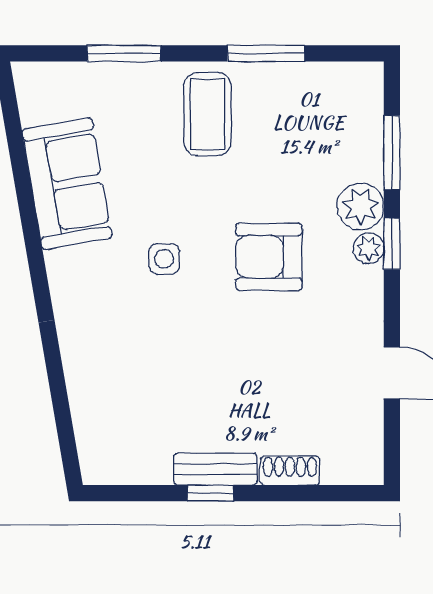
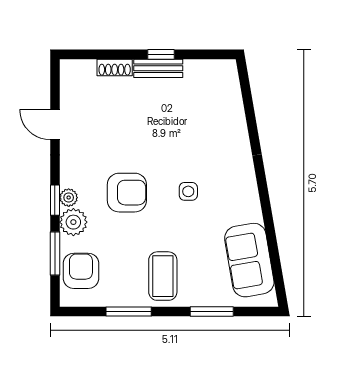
armchair: (347, 123) -> (81, 271), added
sofa: (67, 184) -> (249, 260), moved

